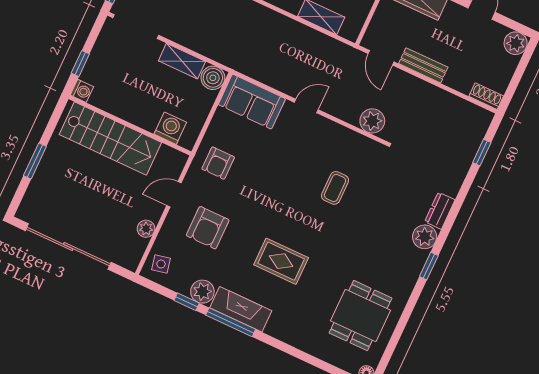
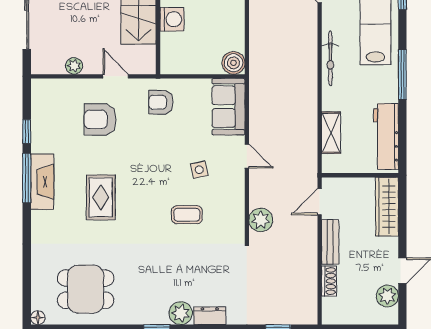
plant: (516, 43) -> (387, 296), moved
shelving: (182, 61) -> (235, 29), removed
shoe rack: (486, 96) -> (329, 281), moved
washing machine: (170, 128) -> (172, 19), moved
side table: (161, 264) -> (199, 170), moved
plant: (202, 292) -> (42, 141), removed

